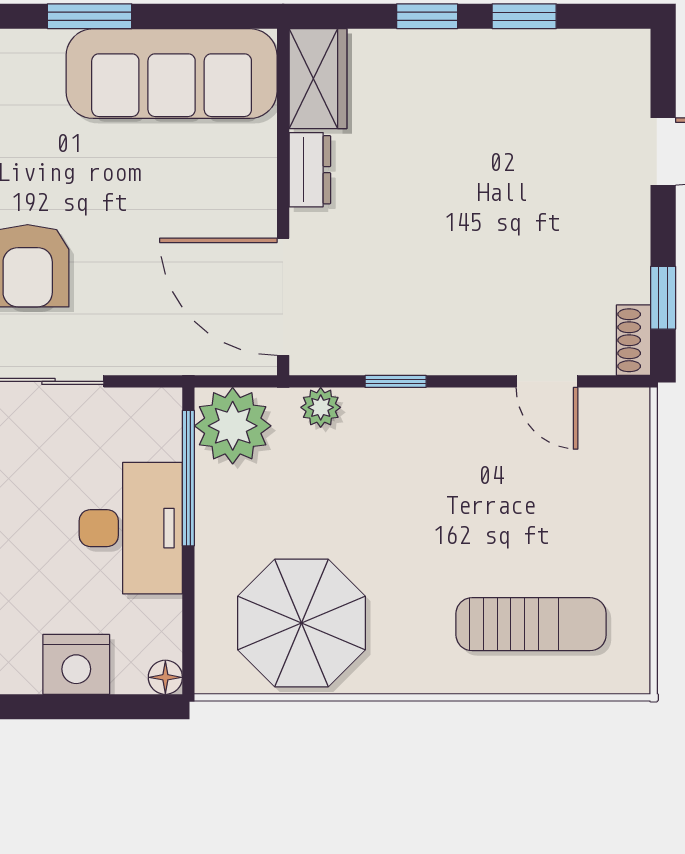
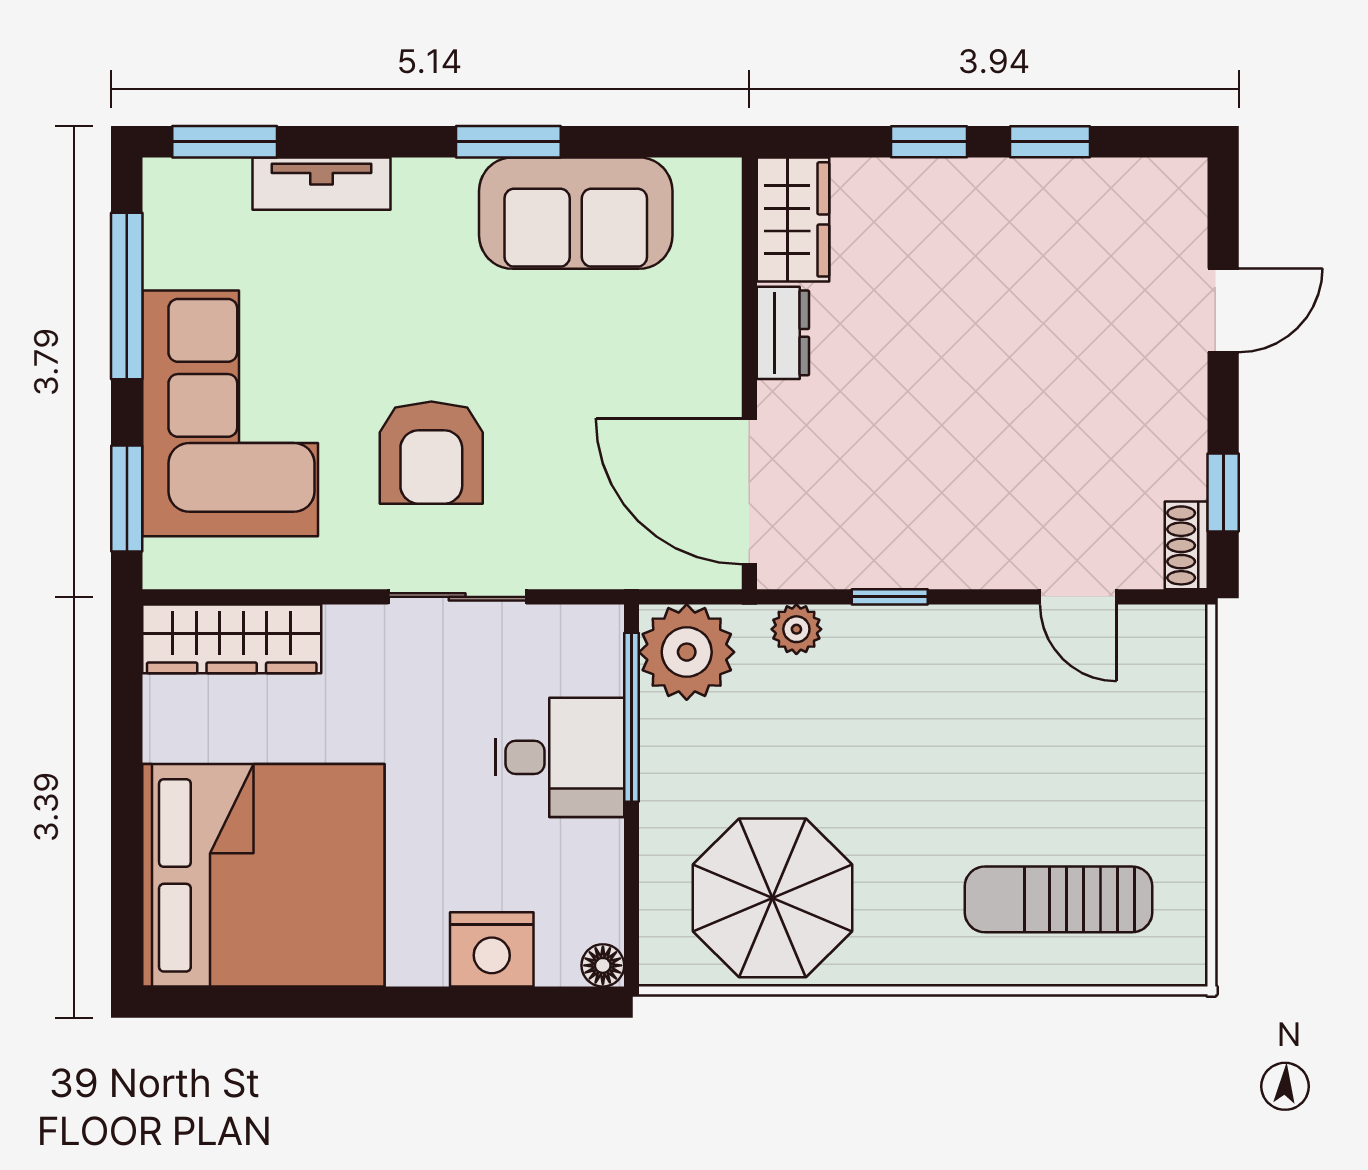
sofa: (172, 74) -> (576, 213), width x0.73
desk: (131, 528) -> (560, 757), width x0.73
sun lounger: (531, 624) -> (1059, 899), turned 180

